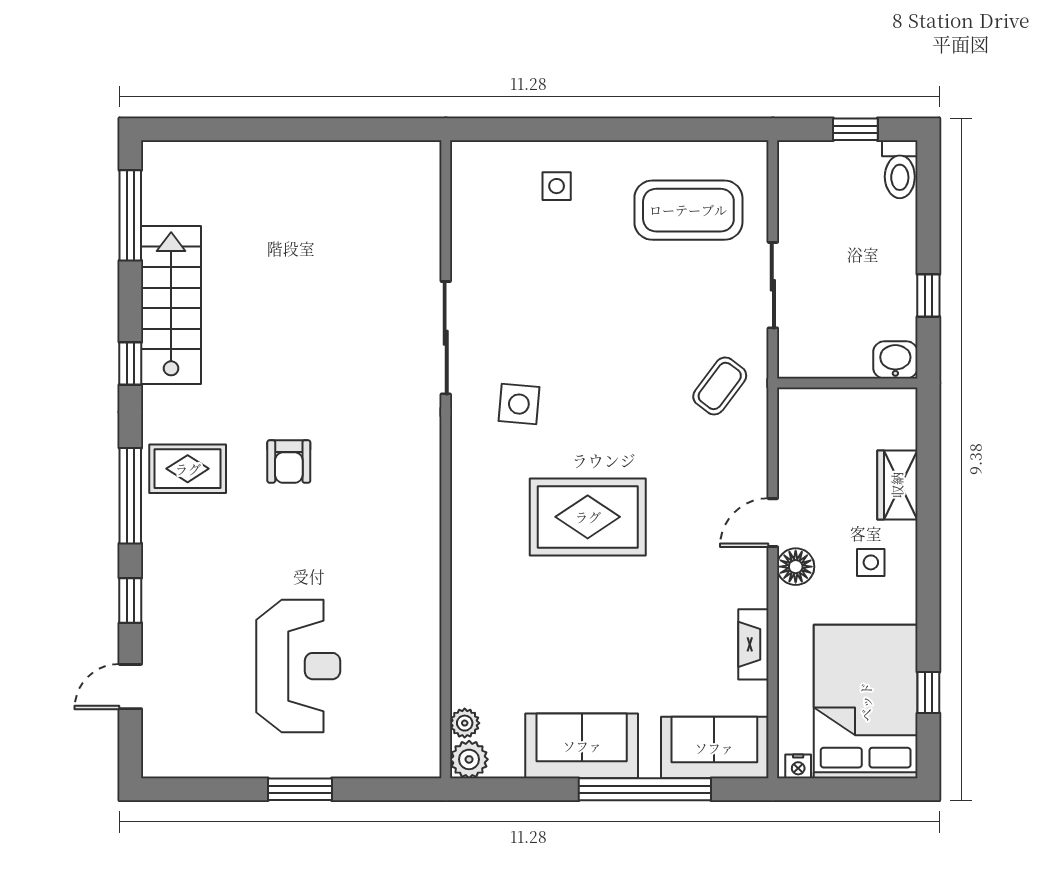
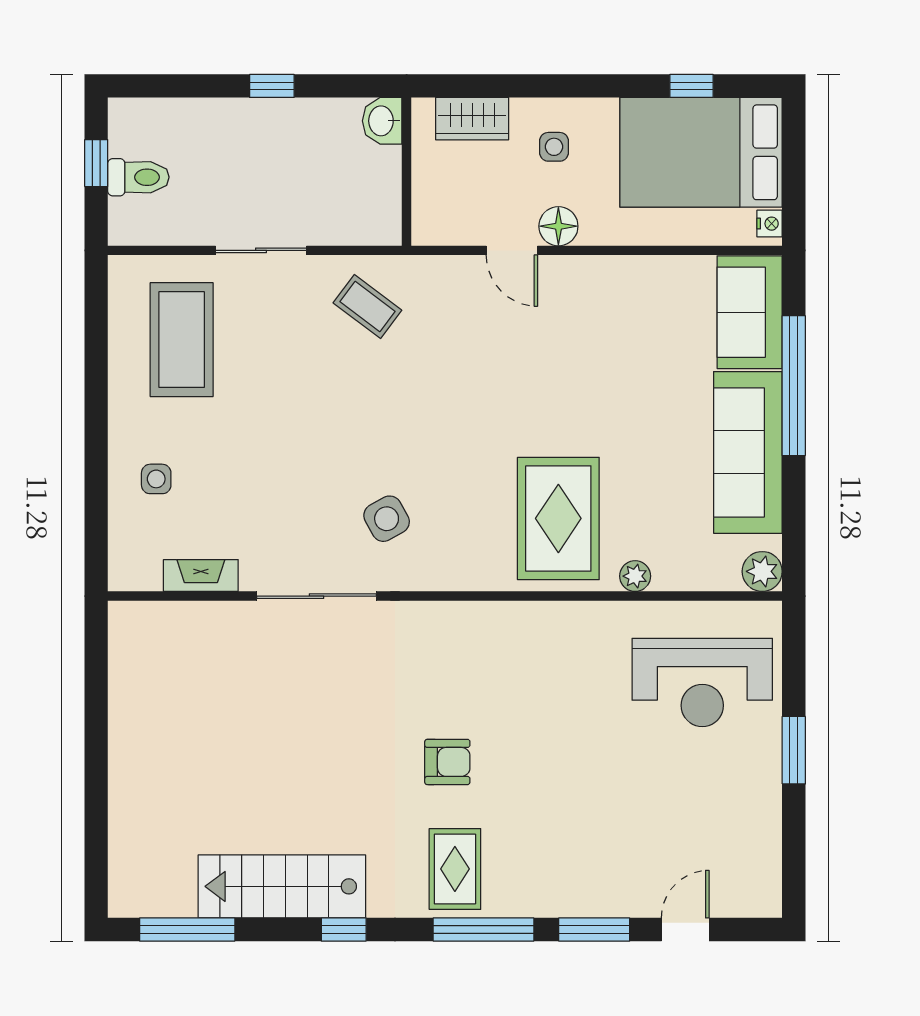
toilet: (900, 169) -> (138, 177), moved
washbasin: (895, 360) -> (382, 121), moved
wall: (847, 383) -> (407, 172), moved
side table: (519, 404) -> (387, 519), turned -34
rug: (588, 517) -> (558, 518), moved
window: (130, 600) -> (594, 930), width x1.50
fireplace: (753, 644) -> (201, 576), moved, turned 180
reception desk: (298, 666) -> (702, 683), moved, turned 180
door: (130, 687) -> (685, 930), swing flipped
plant: (465, 723) -> (635, 576), moved
sofa: (582, 746) -> (748, 452), width x1.36

